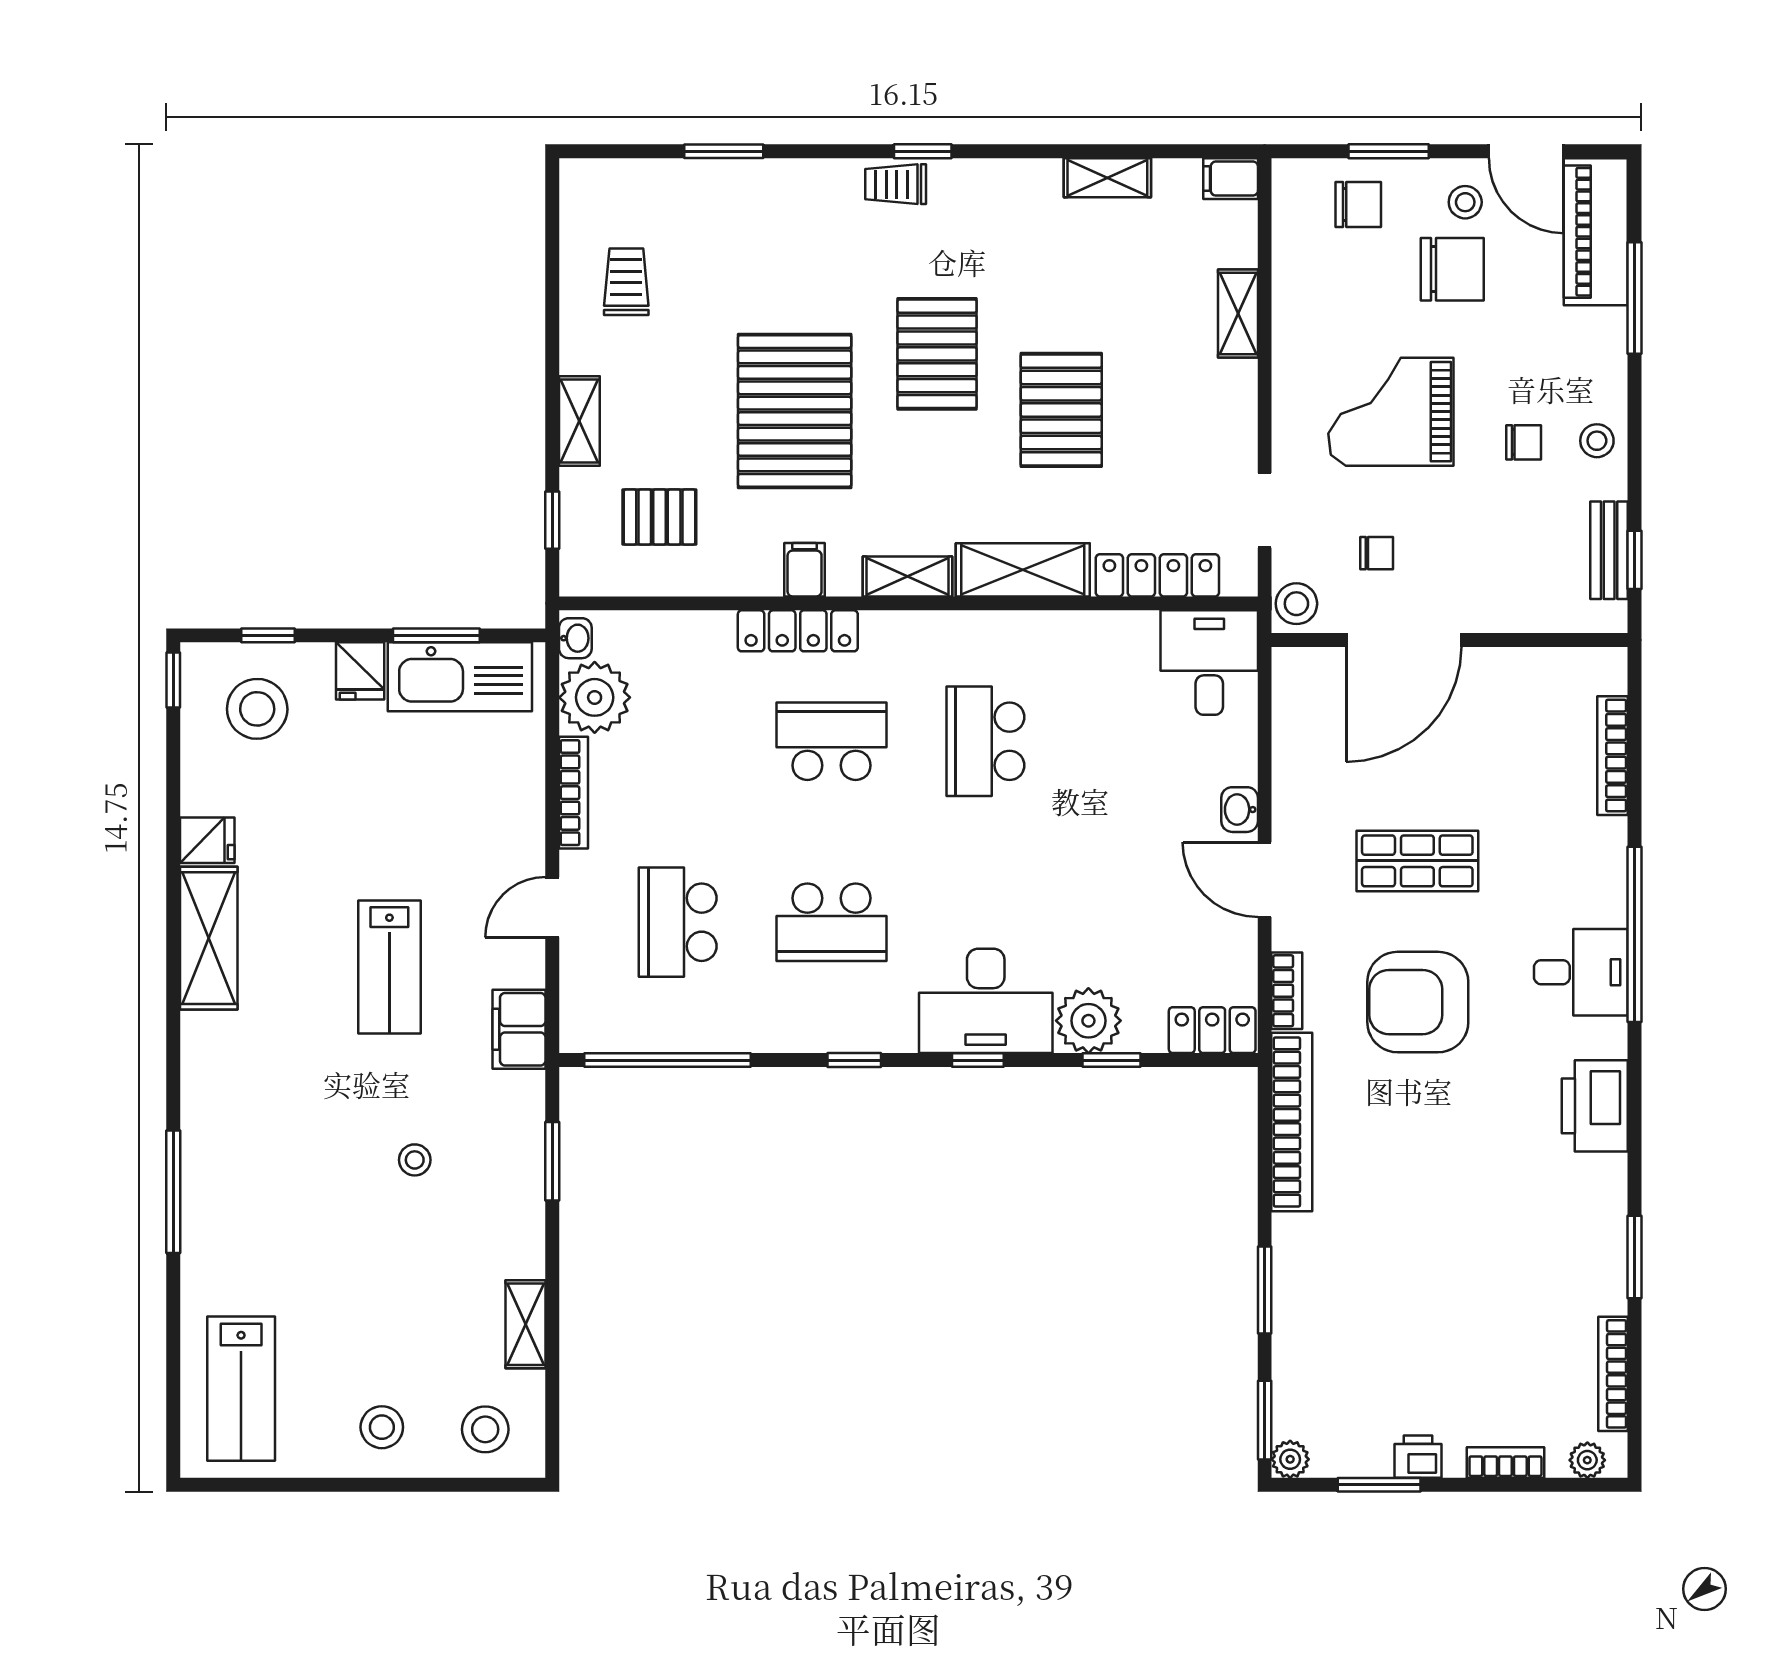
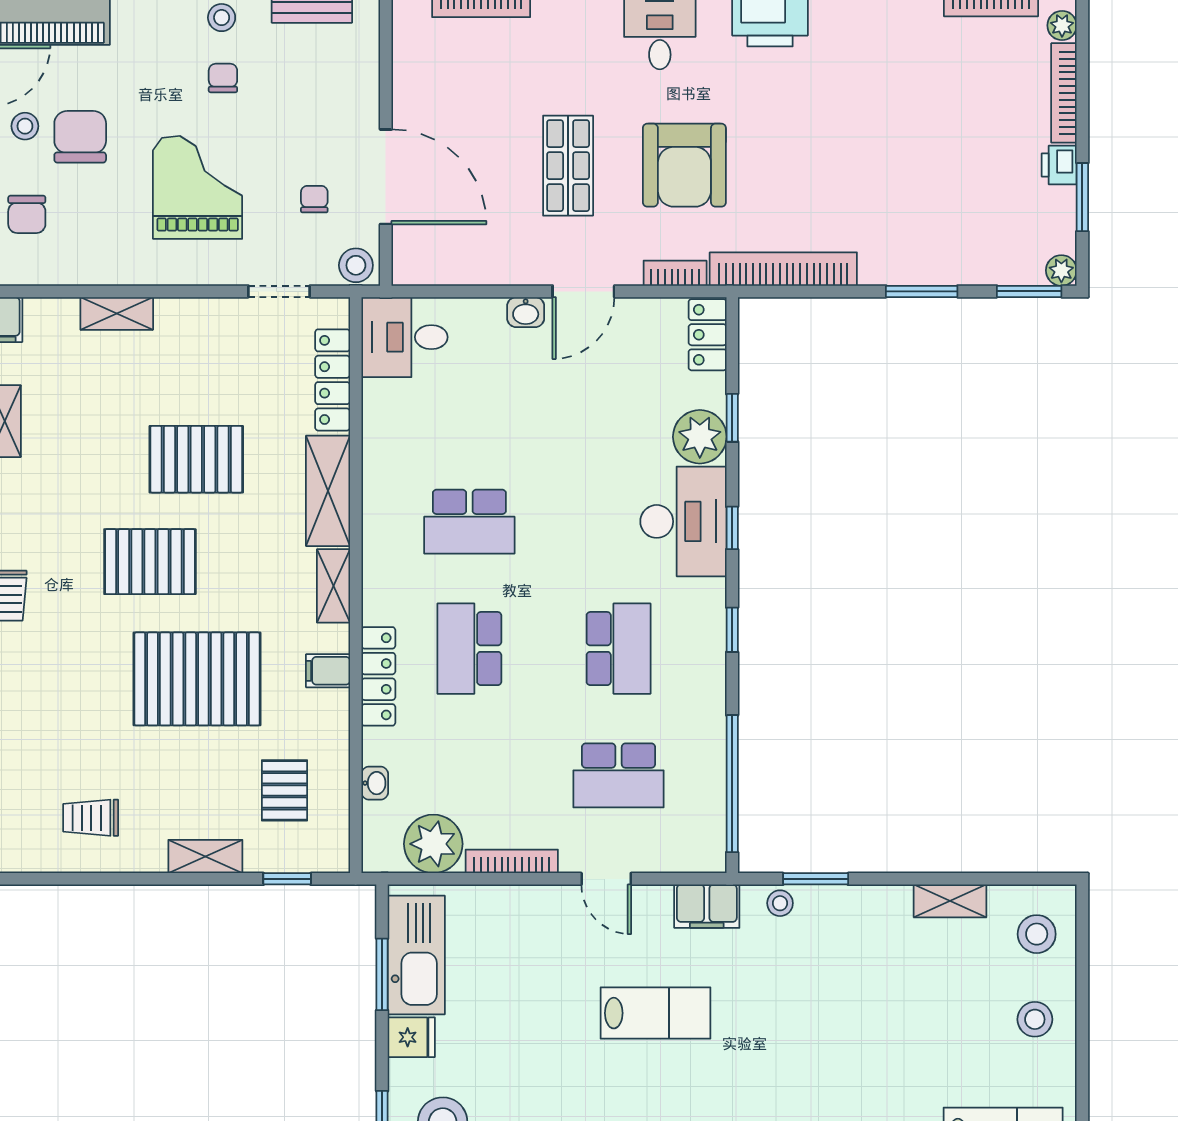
chair: (1358, 204) -> (27, 214), turned 180
grand piano: (1391, 412) -> (198, 187), turned 180
washbasin: (575, 638) -> (375, 783), moved, turned 90
stool: (415, 1160) -> (780, 903), moved
bookcase: (1505, 1462) -> (1064, 93), width x1.56

